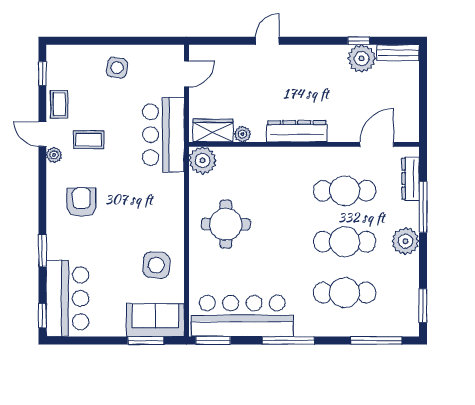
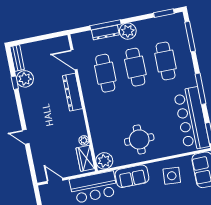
dresser: (297, 131) -> (72, 92), moved
dresser: (411, 179) -> (105, 32), moved
sofa: (169, 200) -> (132, 176), added

